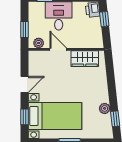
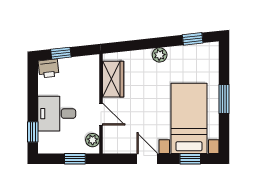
door: (58, 49) -> (101, 114), swing flipped
plant: (105, 108) -> (160, 55), moved

